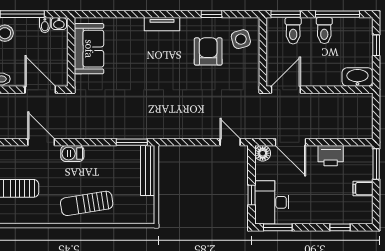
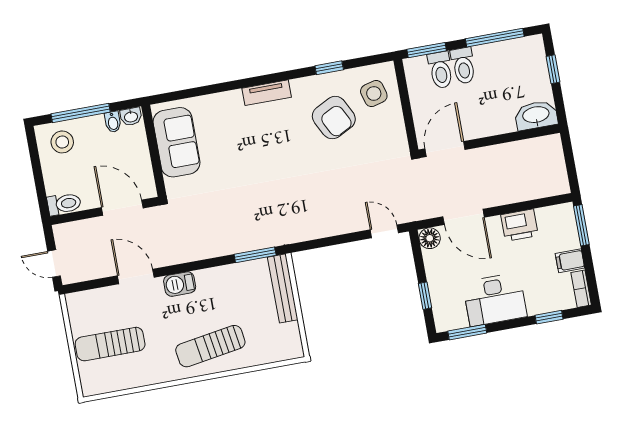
toilet: (324, 31) -> (463, 66), moved
armchair: (208, 51) -> (334, 118), turned 153
desk: (272, 202) -> (495, 299), moved, turned -90
bookcase: (367, 211) -> (581, 289), added

